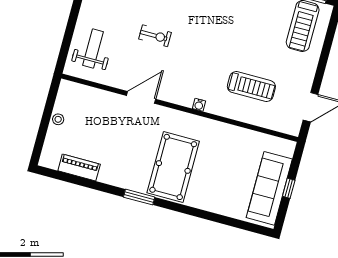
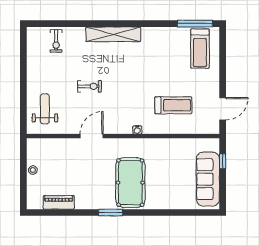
window: (289, 188) -> (223, 161), moved

